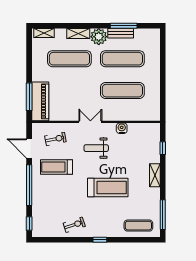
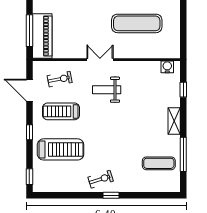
water cooler: (122, 128) -> (167, 67), moved
window: (29, 185) -> (29, 132), width x0.32
treadmill: (108, 187) -> (61, 149), moved
window: (163, 215) -> (183, 154), moved
exercise bike: (74, 225) -> (101, 179), moved
exercise mat: (138, 226) -> (159, 163), moved

